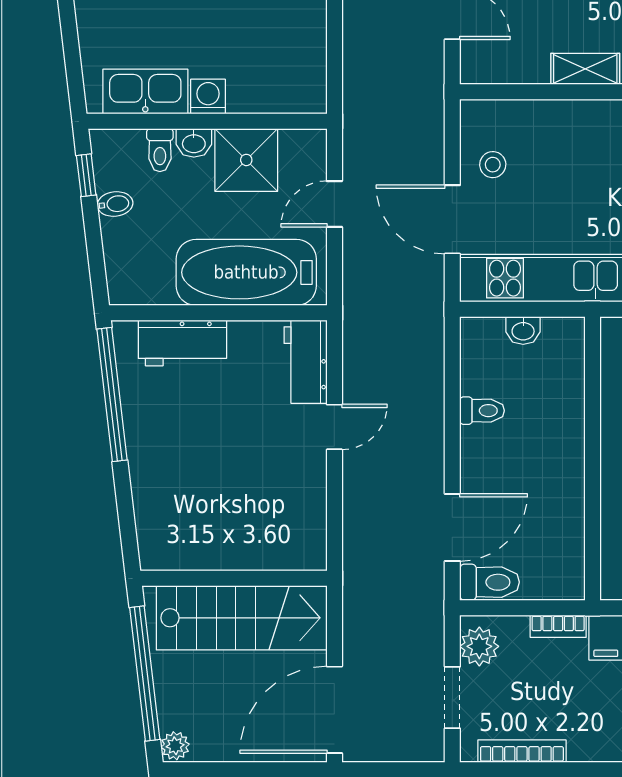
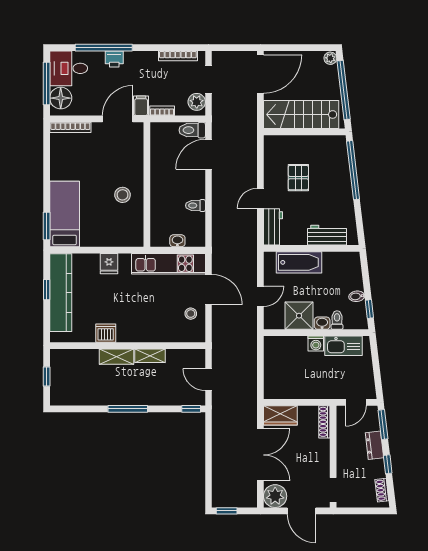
bathtub: (246, 272) -> (299, 262), width x0.73, depth x0.73
window: (112, 395) -> (353, 170), moved
pallet: (248, 474) -> (298, 178), added

